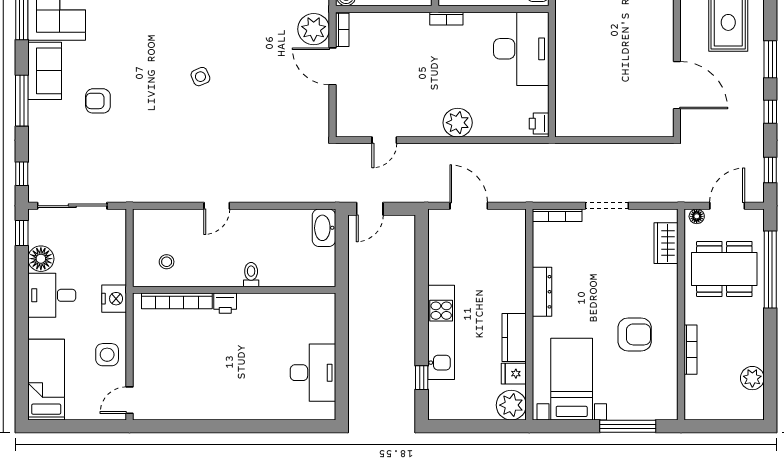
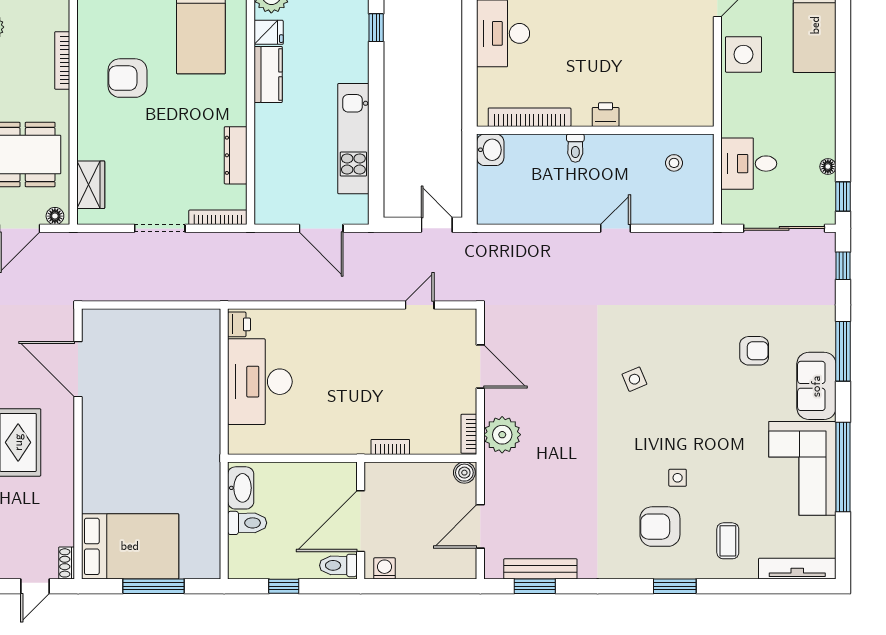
bookcase: (446, 19) -> (390, 447), moved
desk: (521, 49) -> (260, 382), moved
door: (332, 66) -> (480, 366), moved
plant: (458, 123) -> (334, 325), removed
door: (370, 209) -> (437, 225), hinge flipped
washbasin: (324, 228) -> (490, 150), moved, width x0.72
floor lamp: (41, 259) -> (828, 167), width x0.53, depth x0.53
dresser: (542, 292) -> (236, 155), moved
desk: (52, 295) -> (749, 164), moved, turned 180
nightstand: (114, 299) -> (735, 120), removed
bookcase: (177, 301) -> (530, 117), moved
kitchen unit: (441, 332) -> (353, 139), moved
side table: (107, 355) -> (743, 54), width x1.37, depth x1.37

